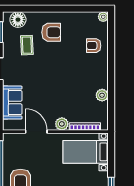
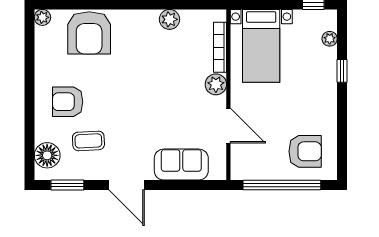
armchair: (51, 32) -> (68, 102), turned -90
armchair: (94, 46) -> (89, 33), width x1.88, depth x1.88
door: (36, 132) -> (228, 126), swing flipped

